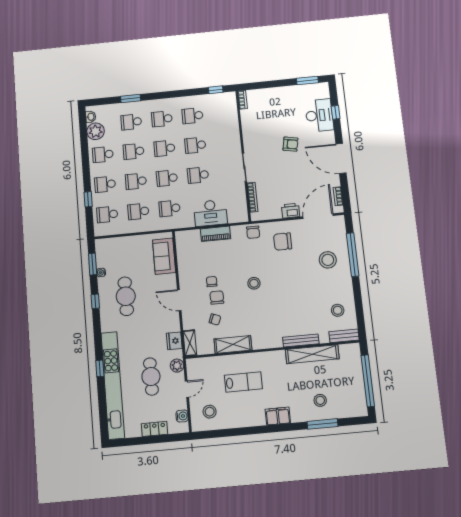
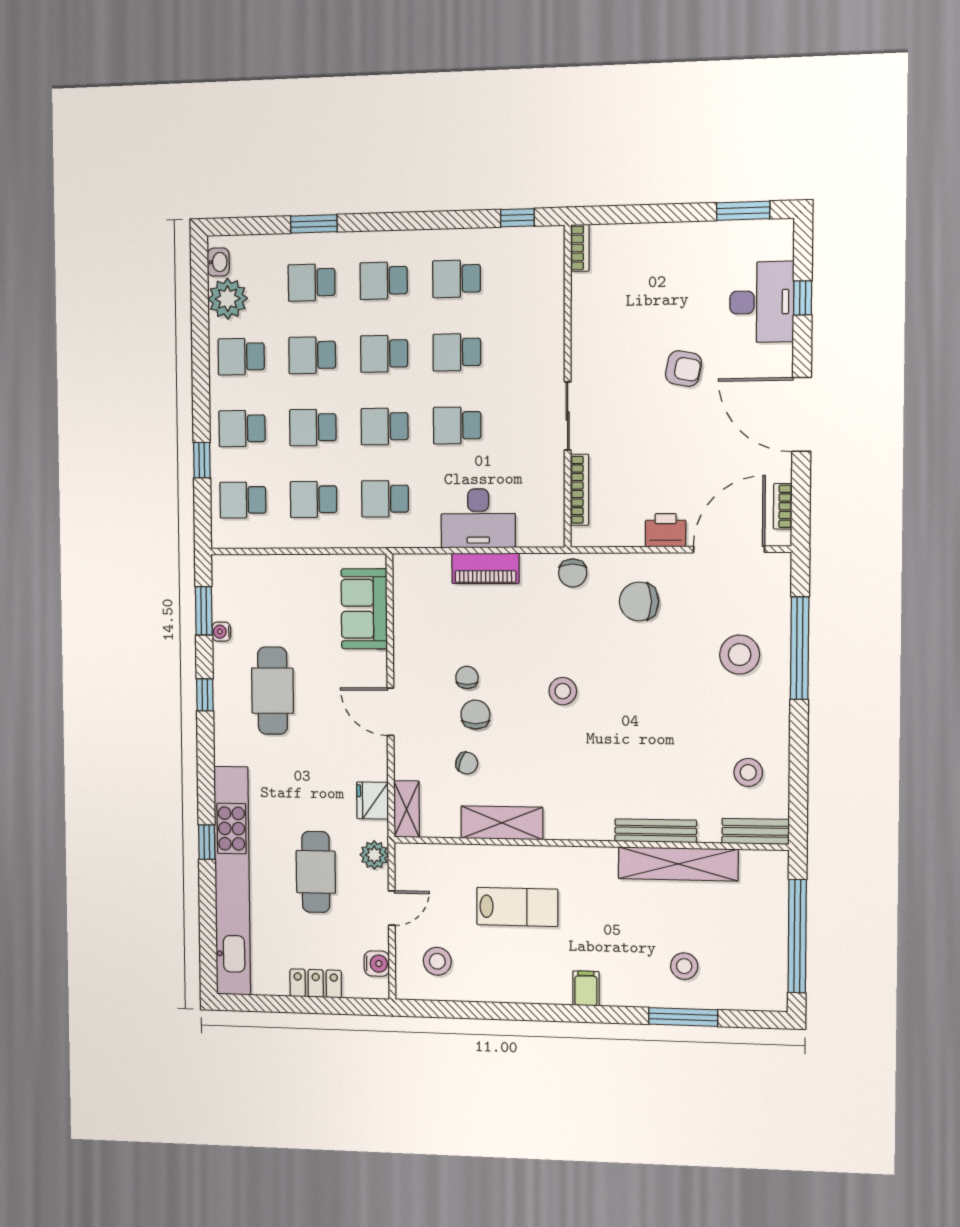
filing cabinet: (278, 416) -> (586, 988), width x0.50

